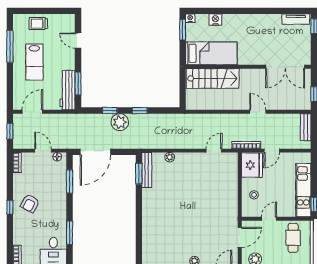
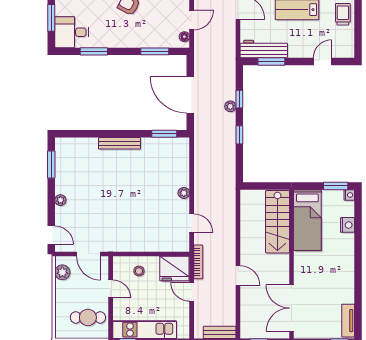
door: (258, 112) -> (238, 275), hinge flipped
plant: (120, 122) -> (230, 106), width x0.53, depth x0.53
door: (95, 152) -> (190, 95), moved
plant: (170, 157) -> (184, 193), moved
bench: (147, 170) -> (119, 143), moved

